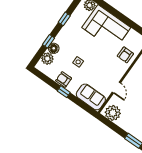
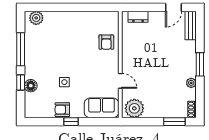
window: (64, 19) -> (21, 49), width x2.17
corner sofa: (106, 28) -> (68, 28), removed
plant: (47, 59) -> (32, 100), removed

